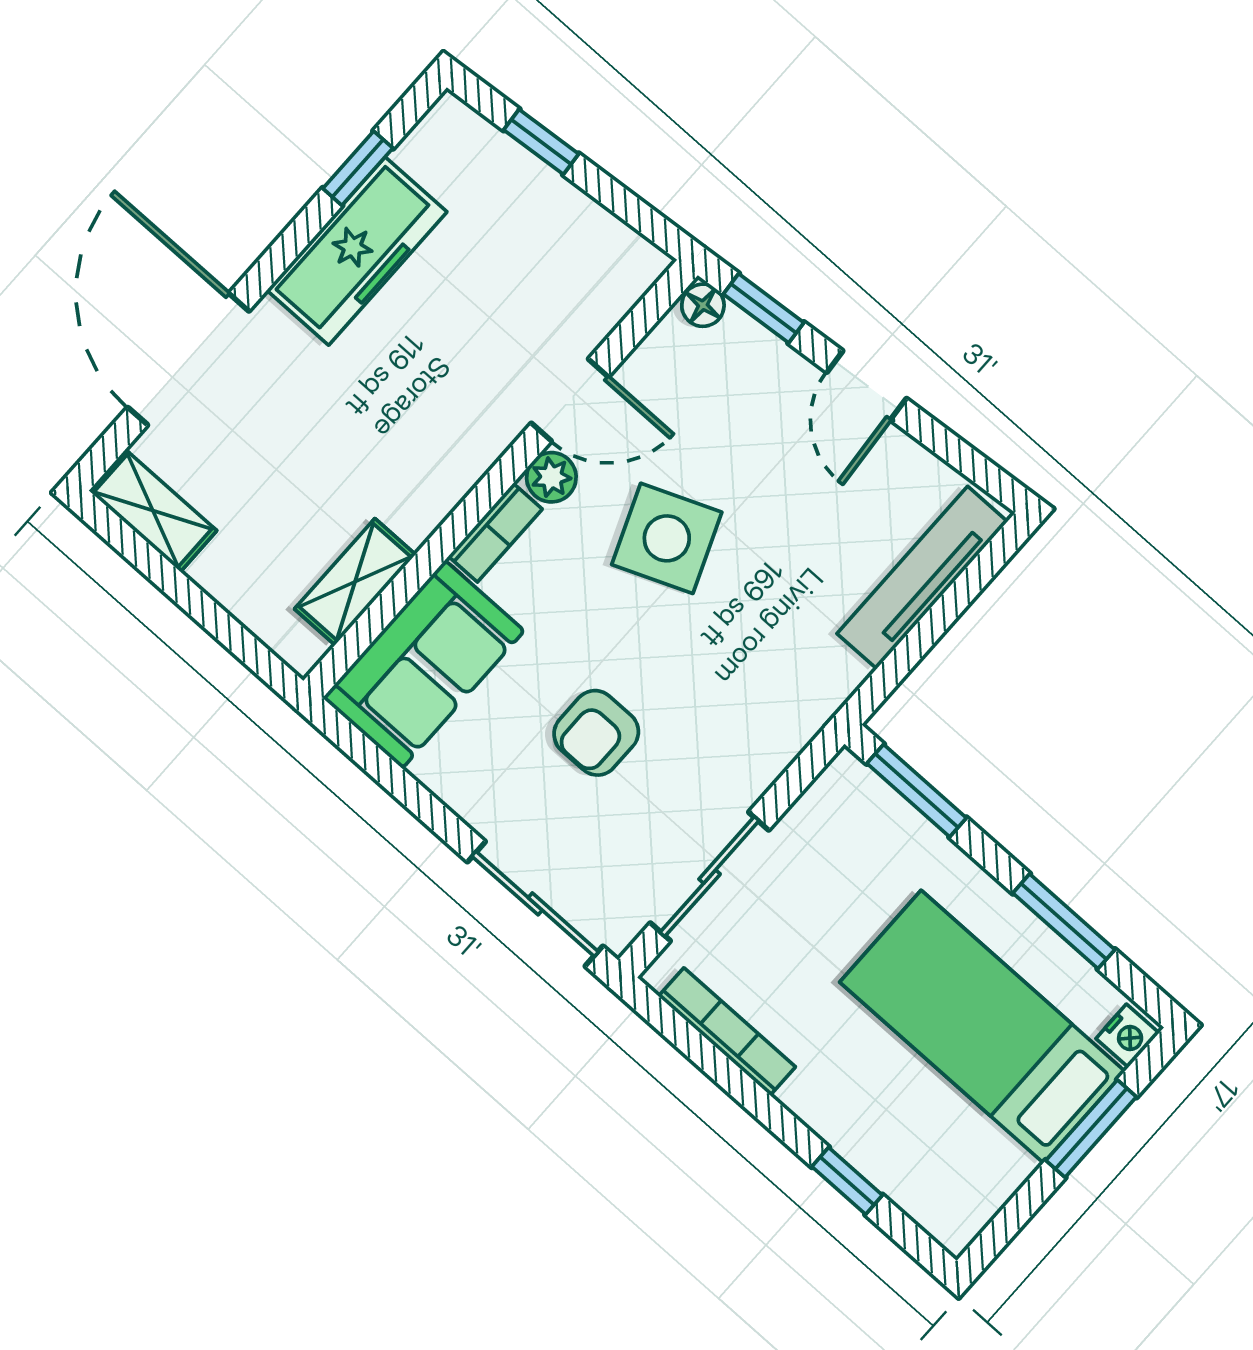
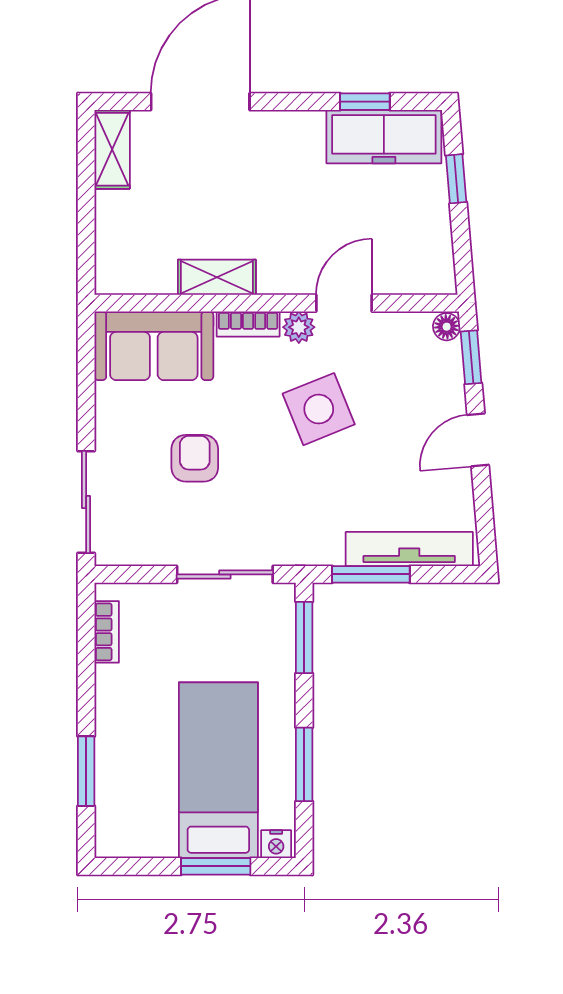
freezer: (357, 251) -> (384, 137), moved
door: (570, 400) -> (344, 303), swing flipped
shelving: (355, 582) -> (217, 277), moved
window: (912, 648) -> (371, 574), added
armchair: (596, 733) -> (195, 458), turned 90
sliding door: (710, 877) -> (225, 574), moved
bookcase: (727, 1032) -> (107, 632), width x0.64
window: (847, 1181) -> (86, 771), width x1.50

